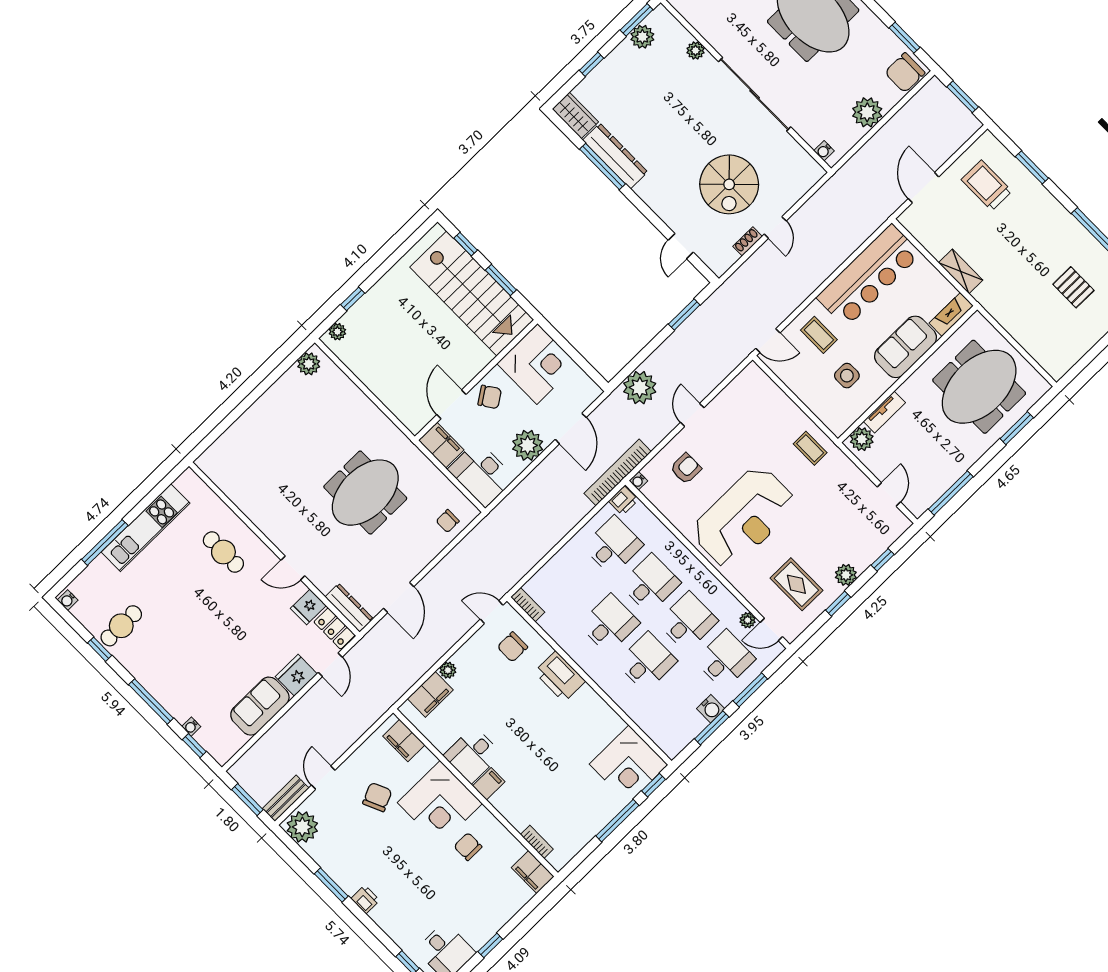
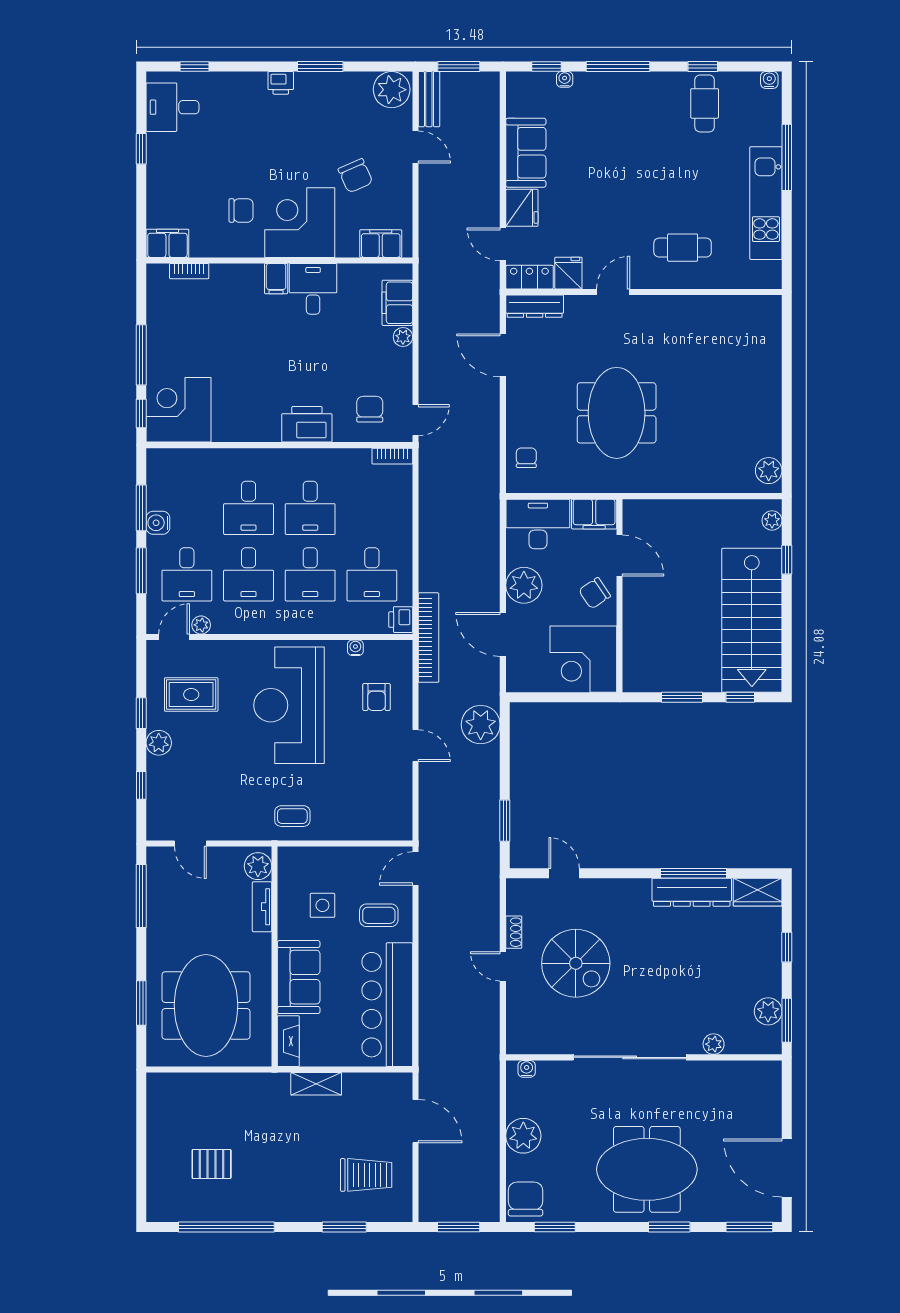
spiral stairs: (729, 184) -> (576, 963), turned 180
stairs: (472, 293) -> (752, 620), moved, turned -90
water cooler: (638, 481) -> (355, 648), moved

